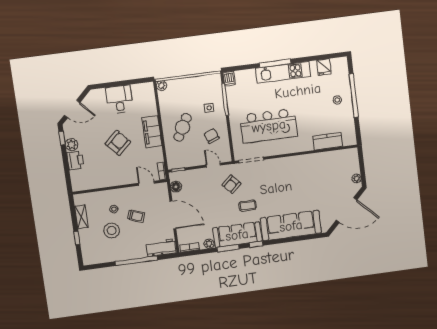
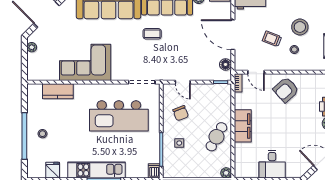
kitchen island: (269, 126) -> (119, 116), turned 180
cafe table: (183, 127) -> (216, 137), moved
armchair: (118, 143) -> (286, 90), moved
corner sofa: (306, 171) -> (85, 62), added
armchair: (231, 184) -> (166, 59), removed

